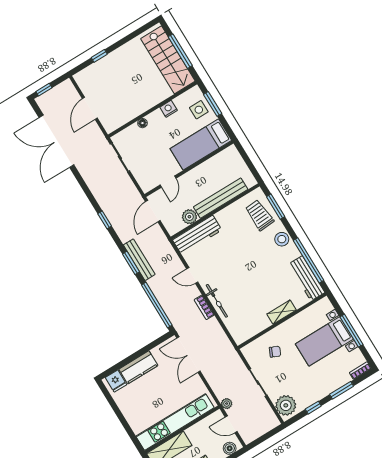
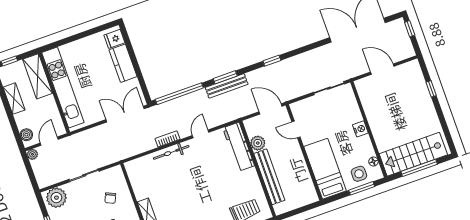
nightstand: (169, 109) -> (360, 129), moved
floor lamp: (142, 123) -> (373, 162), moved
plant: (227, 404) -> (32, 154), moved

